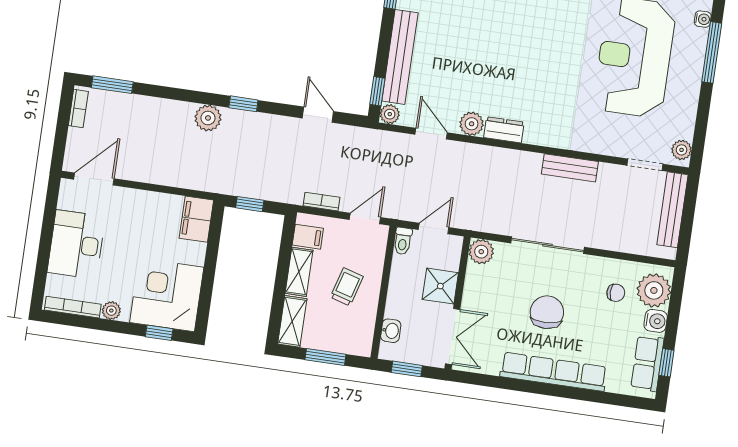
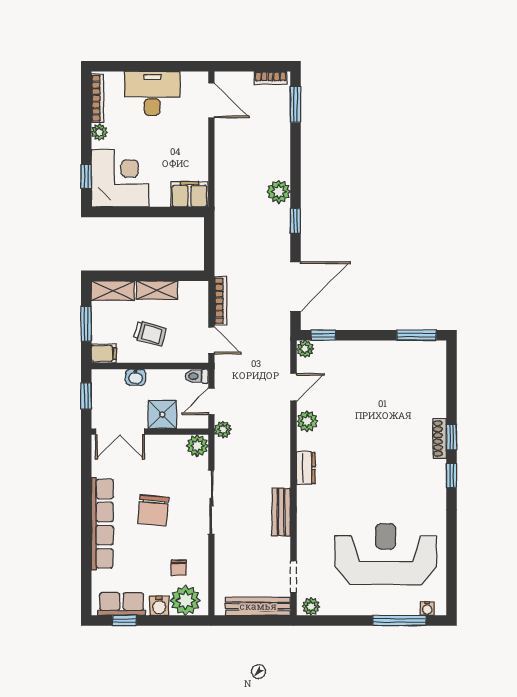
bench: (400, 57) -> (356, 350), removed
door: (318, 115) -> (295, 287), width x1.87
dresser: (504, 130) -> (306, 468), moved
bookcase: (322, 202) -> (221, 301), width x1.56
window: (250, 204) -> (209, 239), removed
plant: (467, 220) -> (223, 429), added
door: (434, 229) -> (211, 401), swing flipped
filing cabinet: (308, 237) -> (104, 354), moved, turned -90
chair: (547, 312) -> (153, 510), turned 97
washbasin: (391, 331) -> (136, 377), moved

